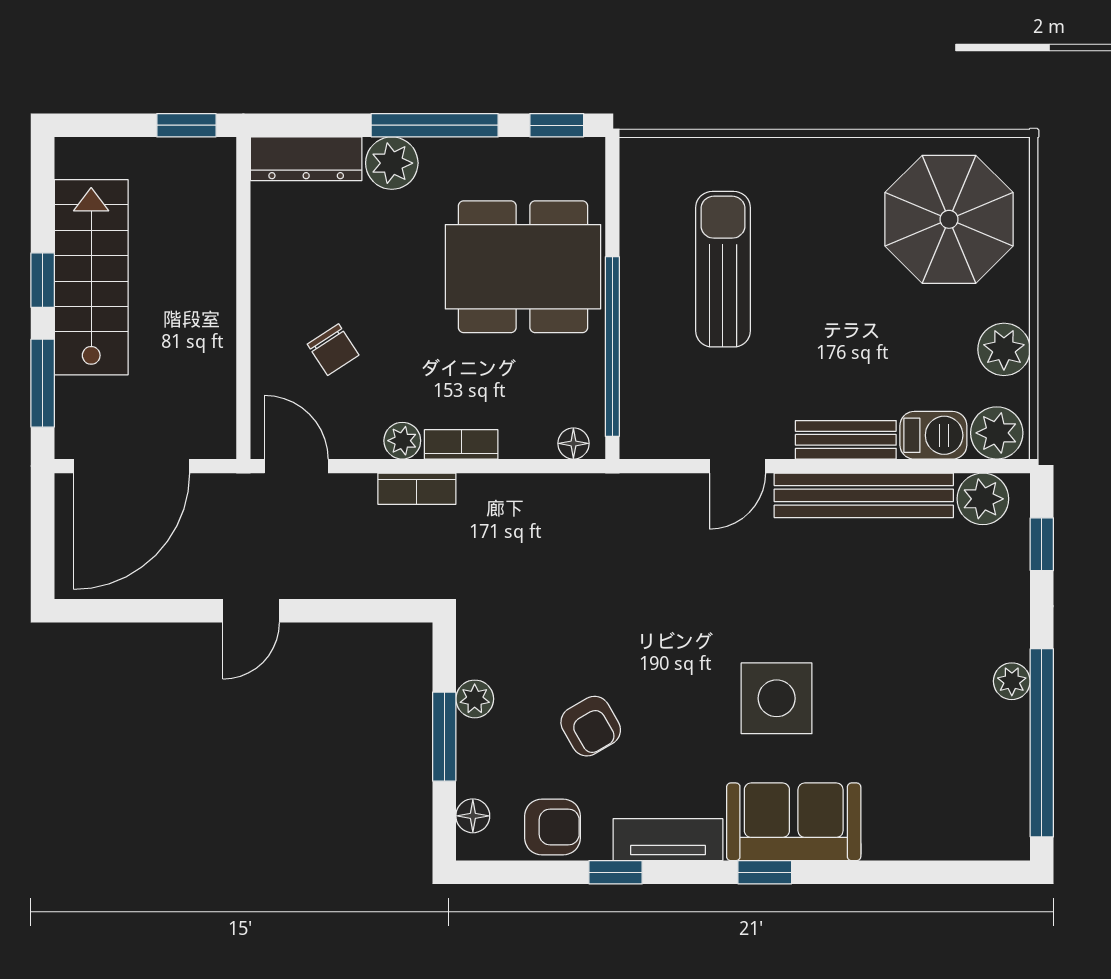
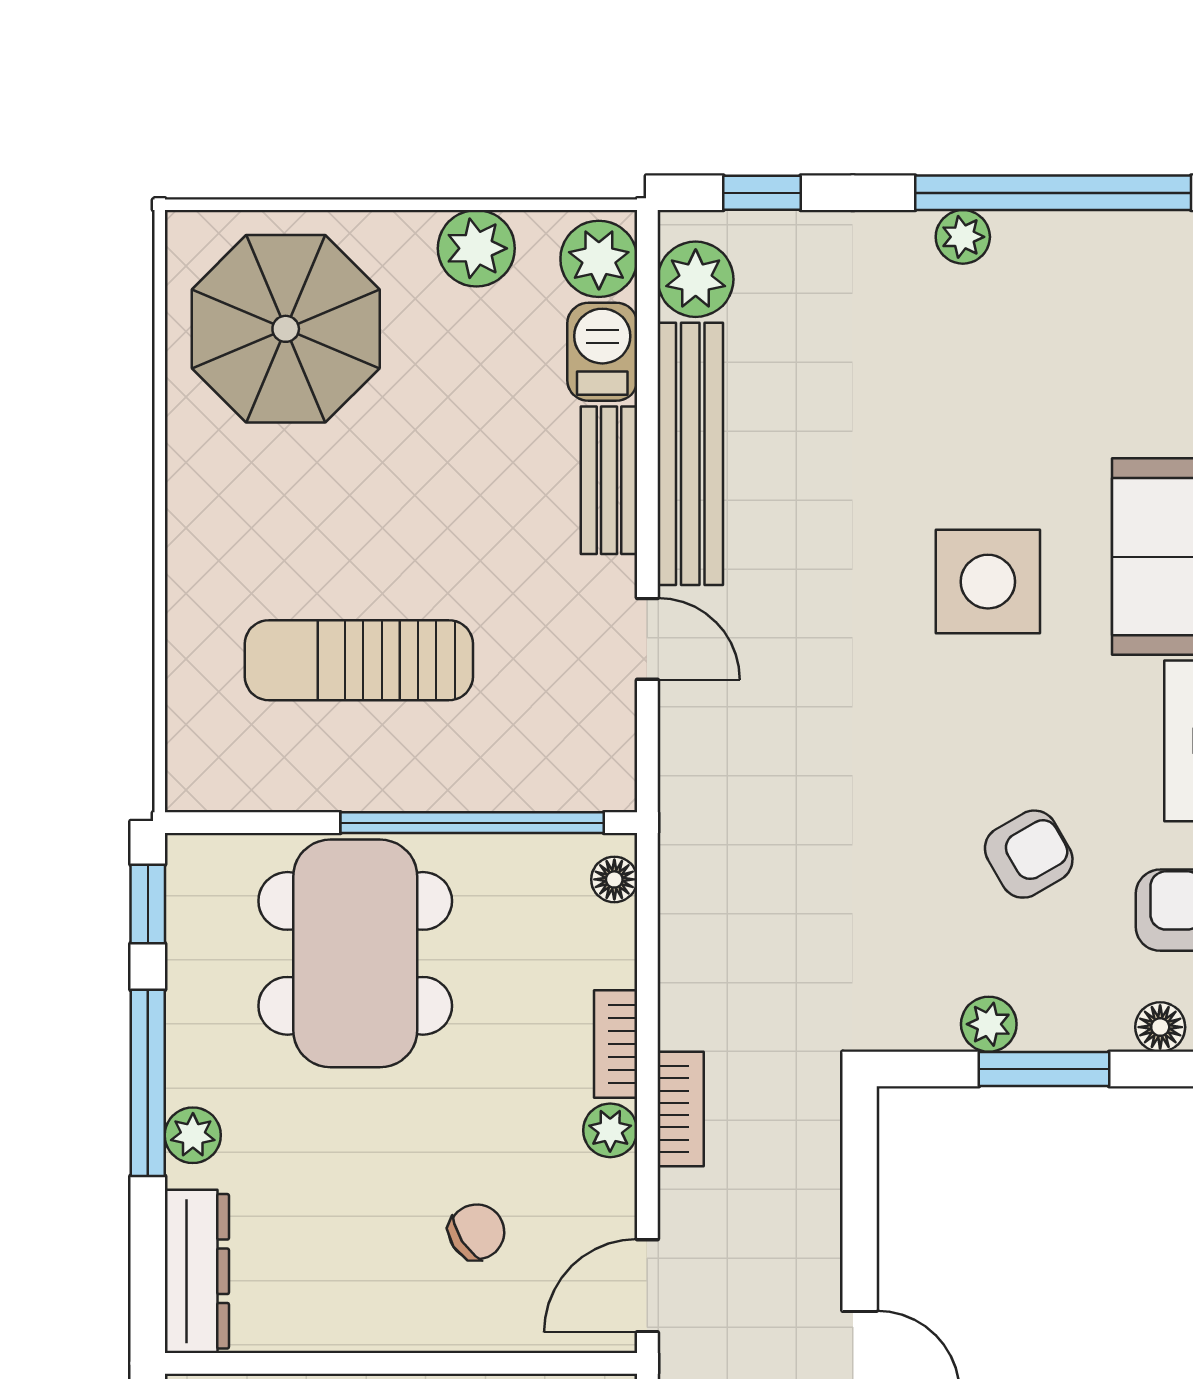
plant: (392, 163) -> (193, 1135), width x0.73, depth x0.73

